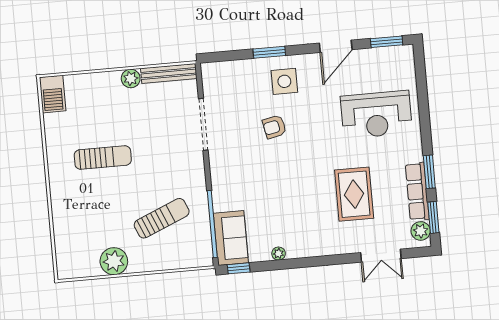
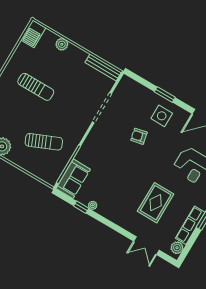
plant: (131, 78) -> (62, 44), moved
window: (433, 217) -> (189, 245), removed
window: (239, 268) -> (81, 207), moved

